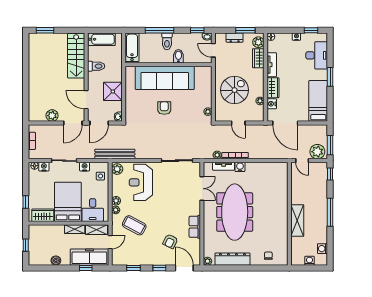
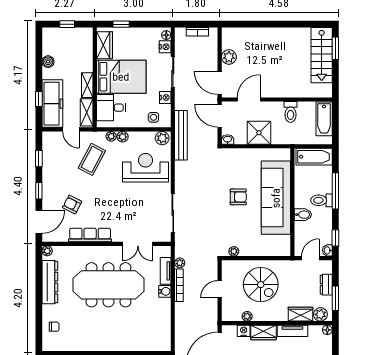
stairs: (76, 56) -> (322, 55), moved, turned -90
row of seats: (195, 227) -> (90, 235), width x1.48

